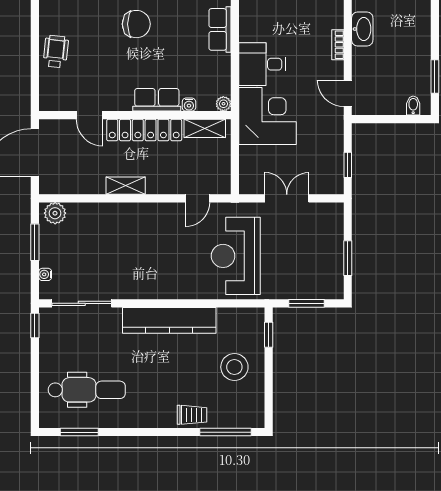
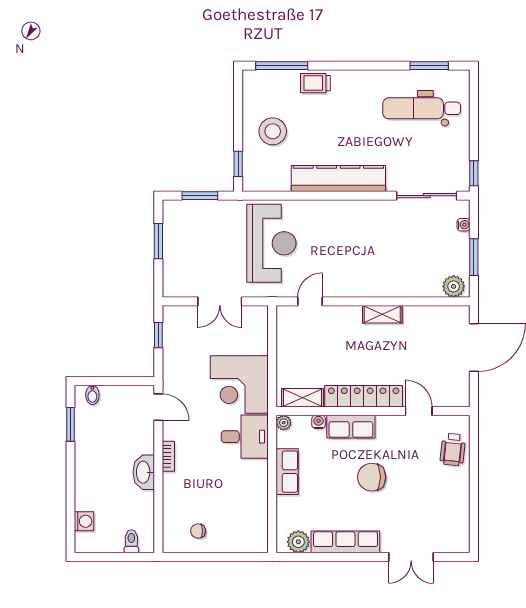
row of seats: (157, 100) -> (351, 427), moved
plant: (223, 104) -> (284, 423), moved
water cooler: (189, 105) -> (319, 422), moved
door: (90, 115) -> (419, 411), moved
wall: (135, 115) -> (373, 411), moved
shelving: (205, 128) -> (303, 398), moved
locker: (144, 130) -> (364, 396), moved

